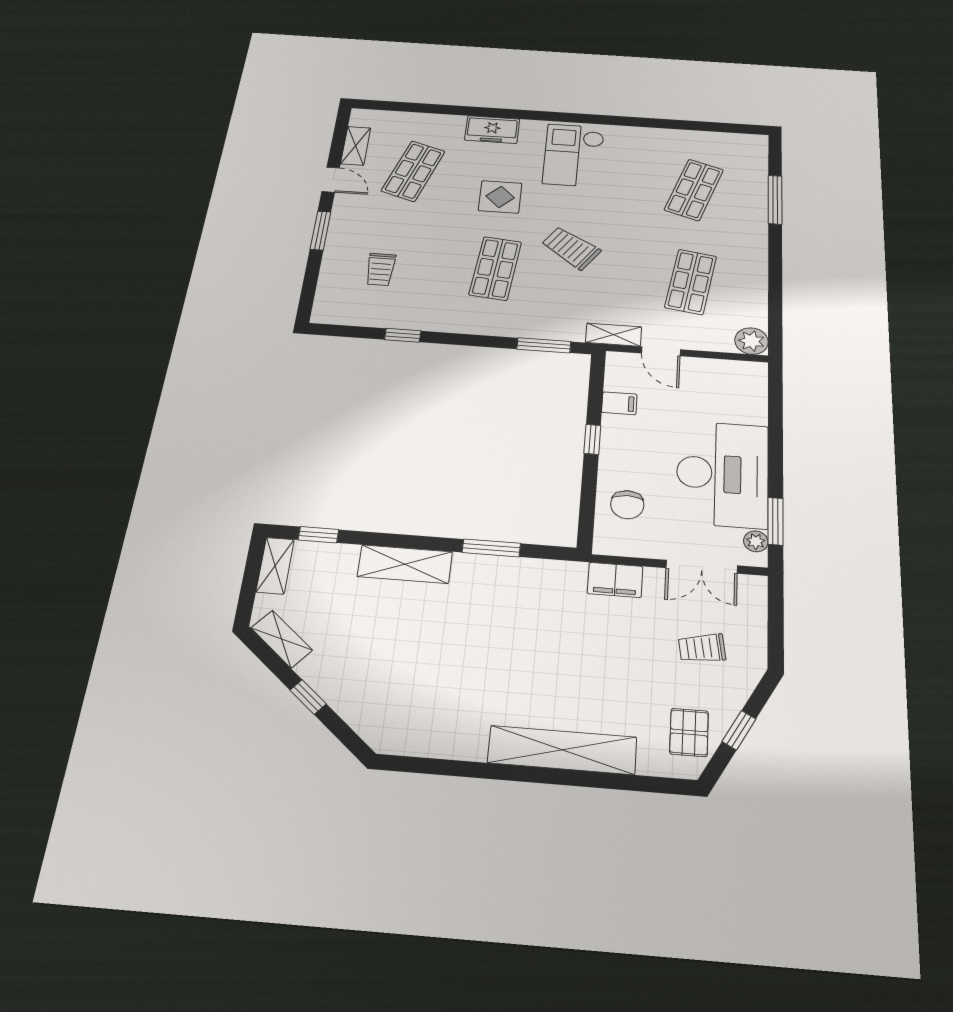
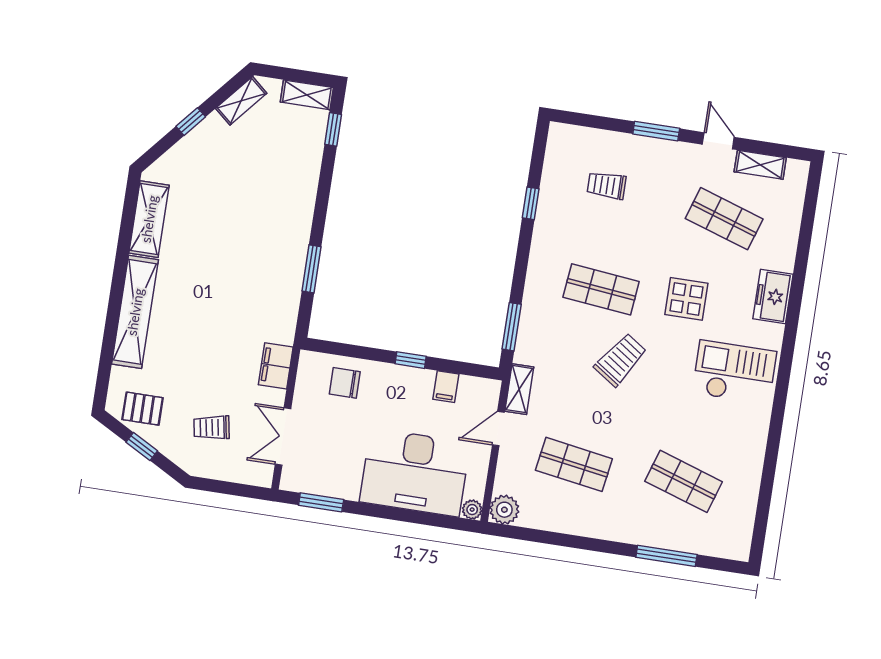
door: (331, 180) -> (718, 141), swing flipped
desk: (722, 474) -> (415, 472), moved
plant: (756, 541) -> (472, 510), moved
shelving: (405, 564) -> (149, 219), moved
trolley: (702, 648) -> (212, 427), turned -91

